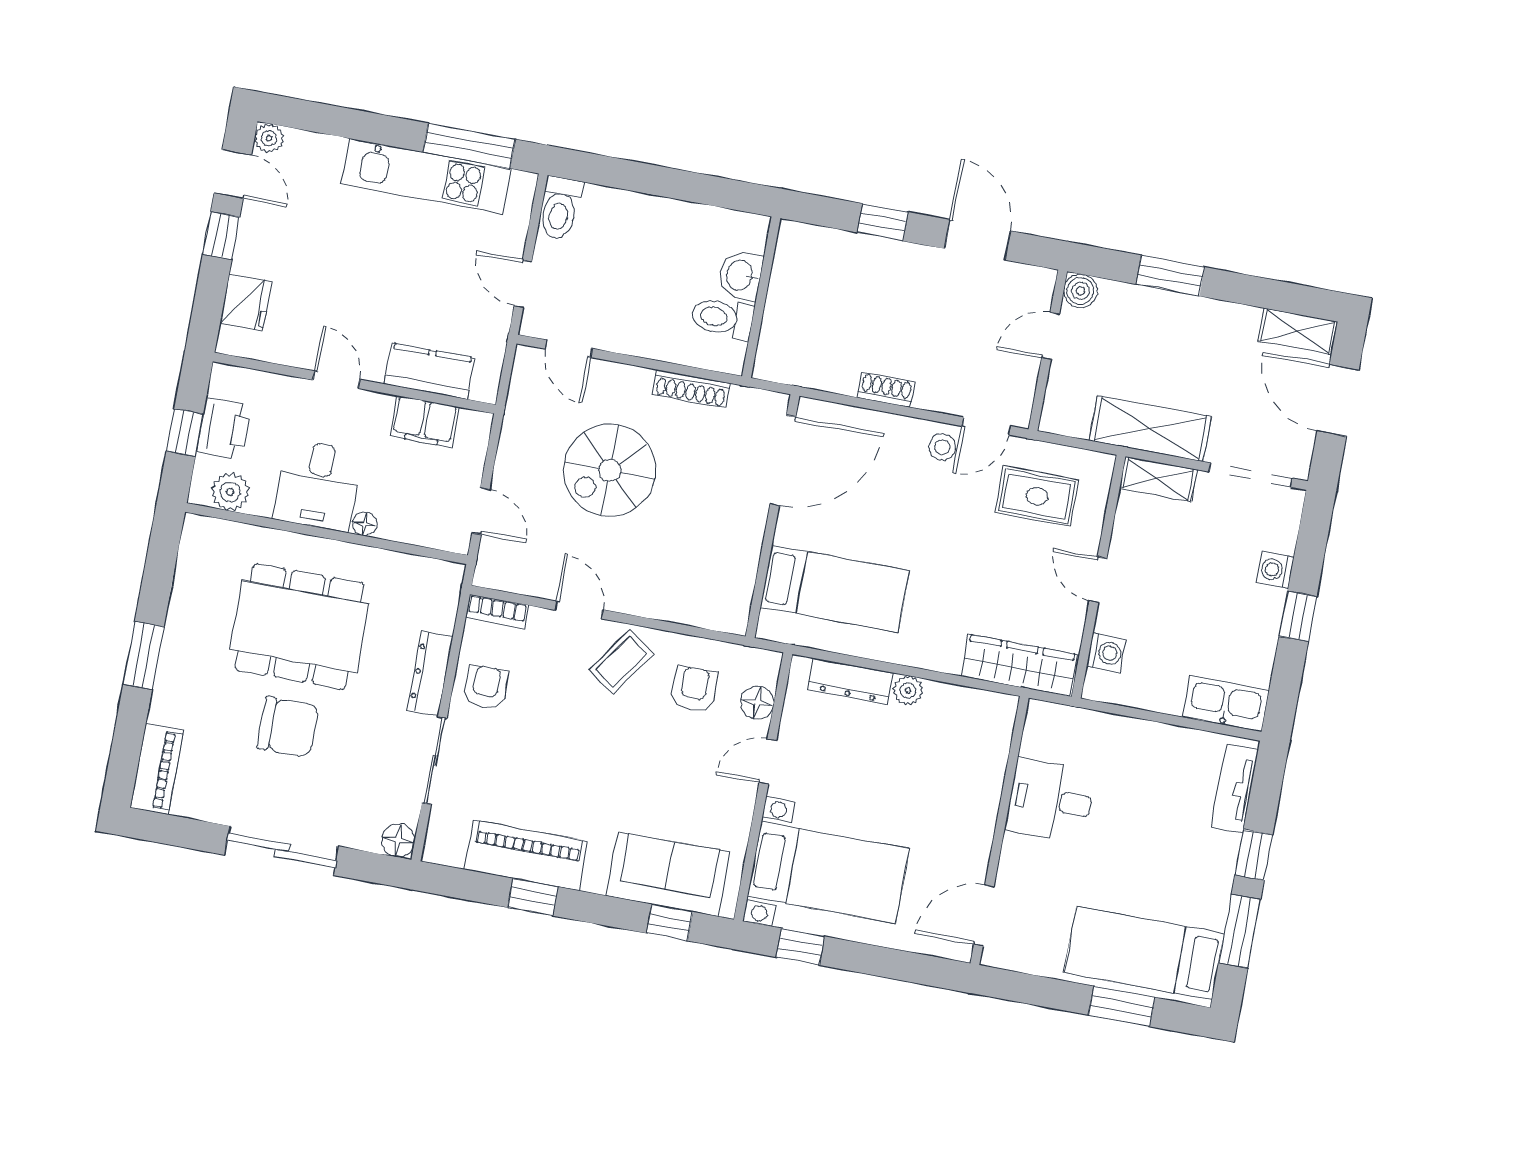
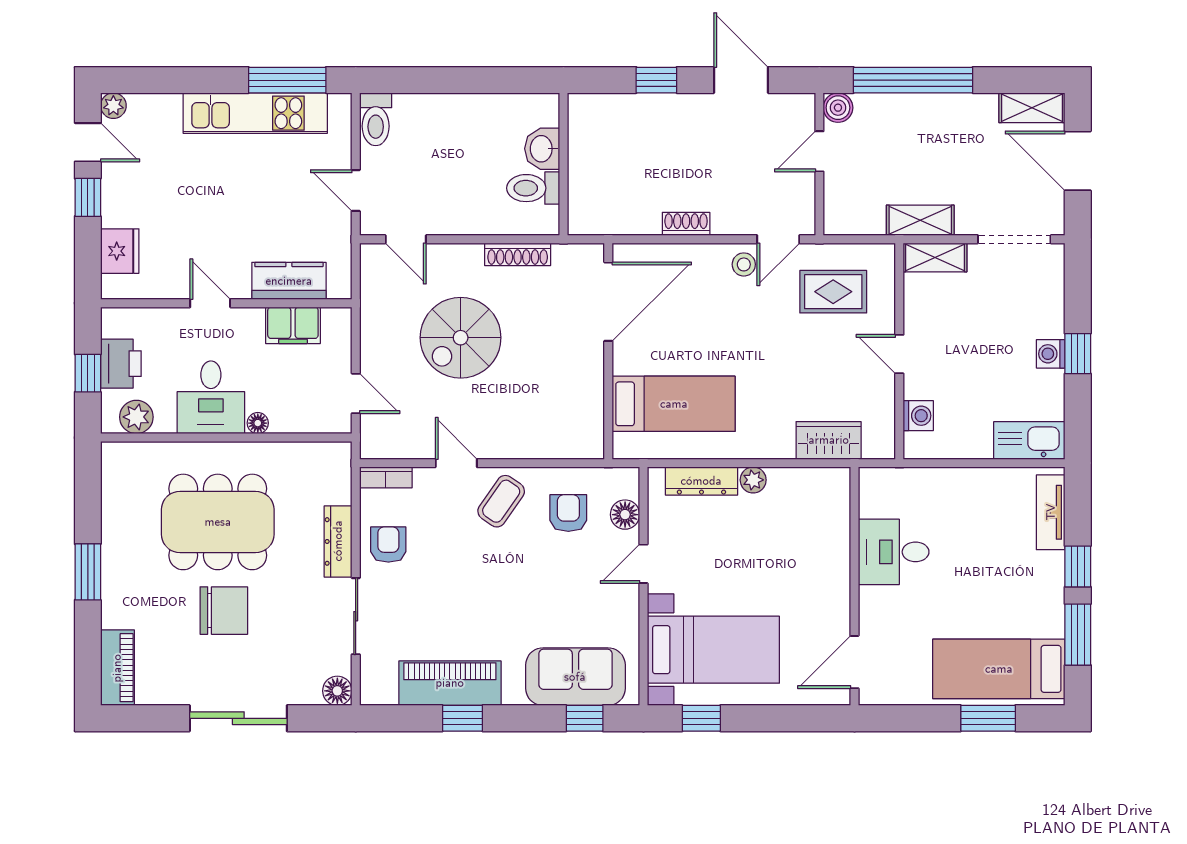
window: (1170, 276) -> (913, 80), width x2.11
shelving: (1150, 428) -> (920, 220), width x0.67, depth x0.75
washing machine: (1275, 570) -> (1051, 354), moved
wardrobe: (1019, 665) -> (829, 440), width x0.67

